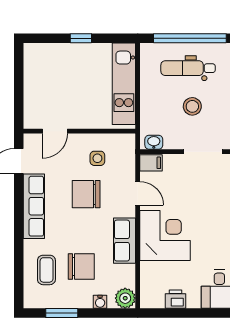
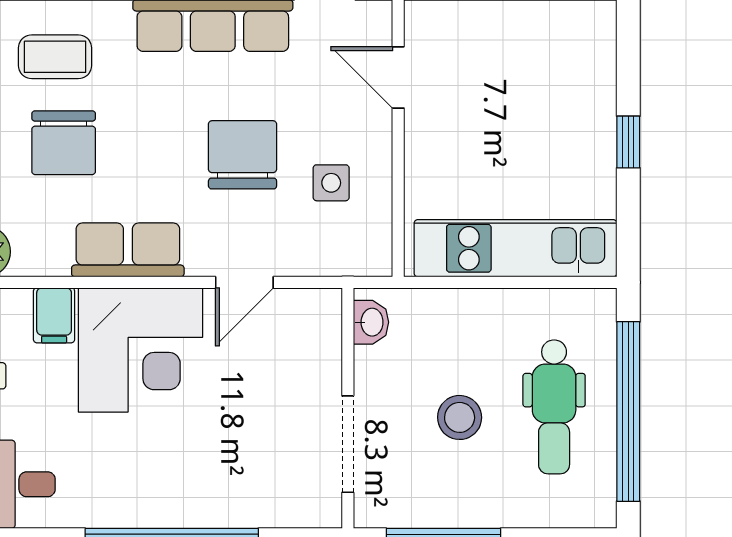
dental chair: (188, 68) -> (554, 407), turned 180
filing cabinet: (151, 163) -> (54, 315), moved

